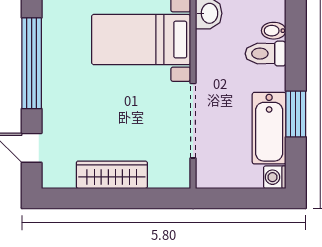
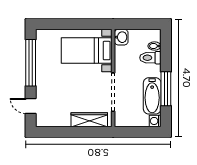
window: (296, 114) -> (166, 89), width x1.44
wardrobe: (112, 175) -> (89, 120), moved

